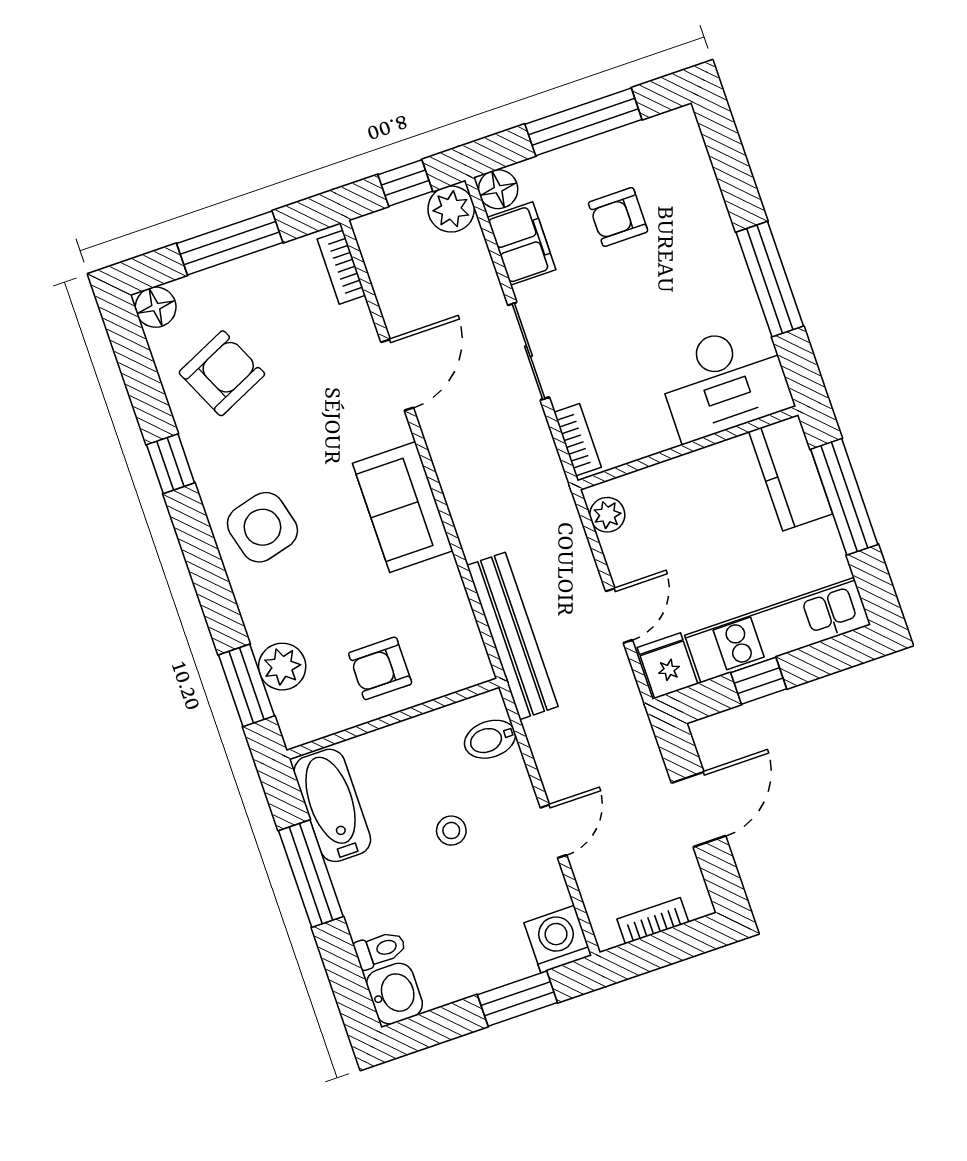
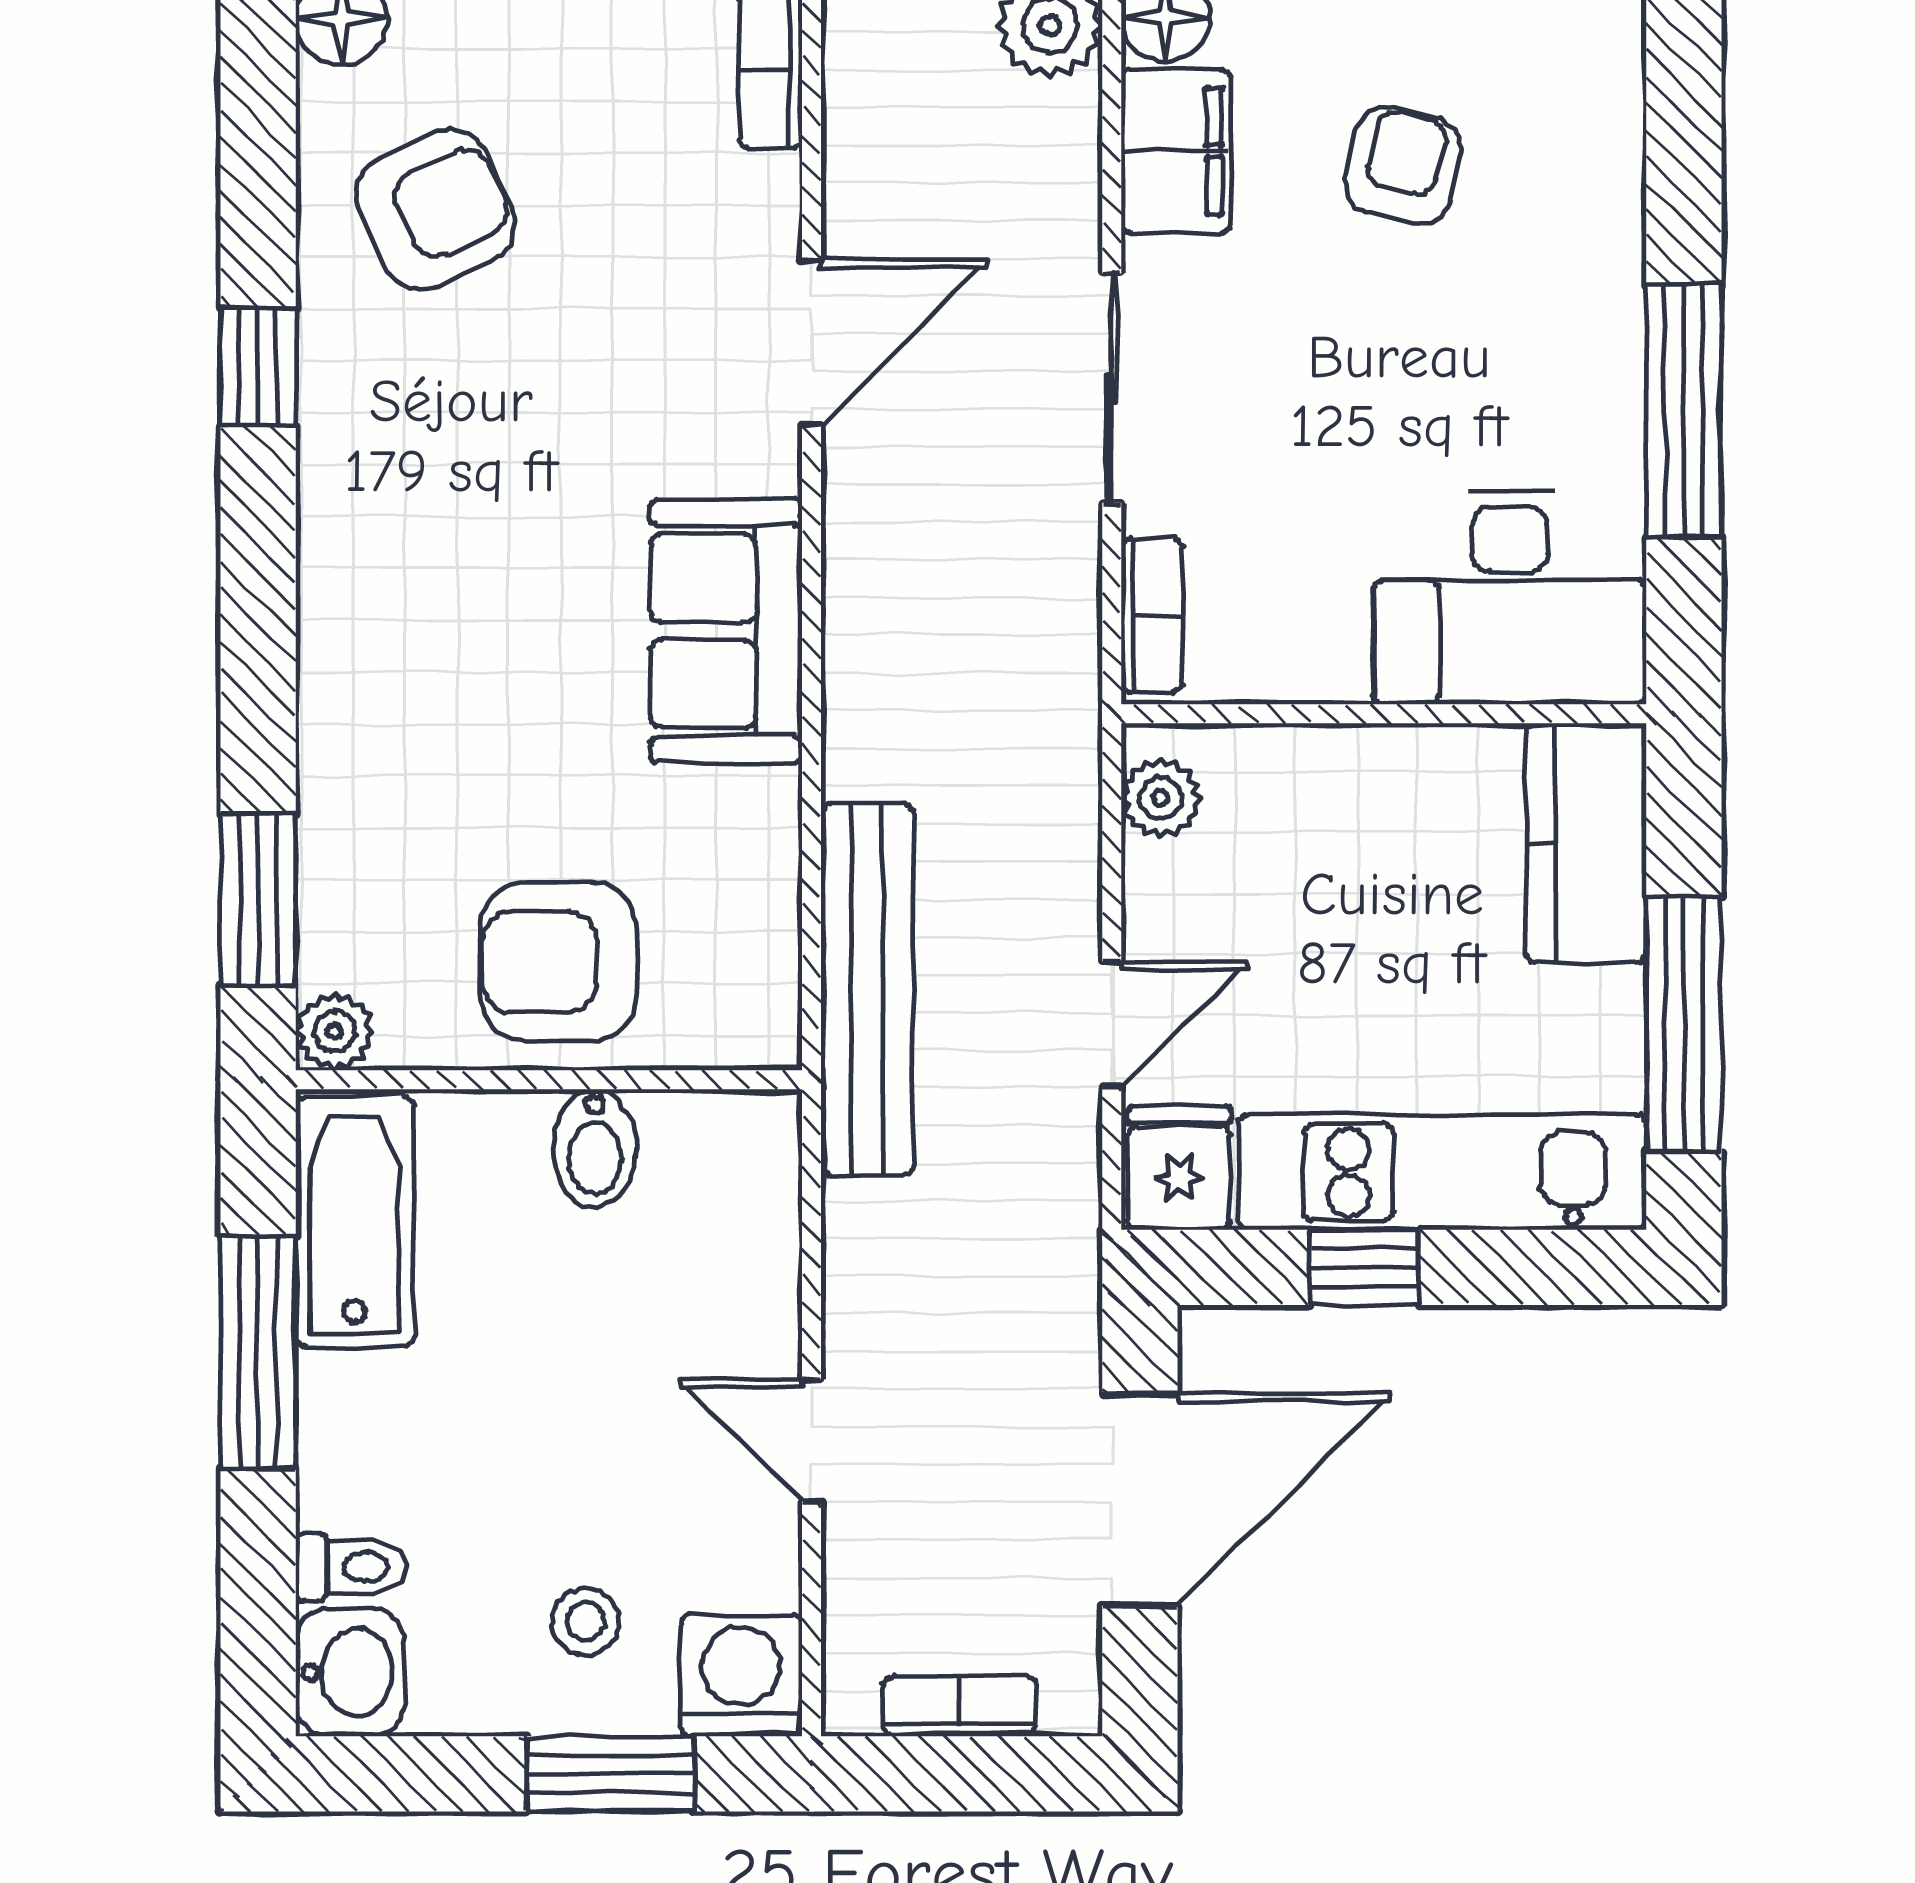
armchair: (618, 217) -> (1403, 166), turned 103
window: (844, 497) -> (1684, 1025), moved
side table: (262, 527) -> (409, 571), removed
plant: (282, 667) -> (334, 1031), moved, width x0.73, depth x0.73
armchair: (380, 668) -> (559, 962), width x1.38, depth x1.38
bidet: (490, 739) -> (595, 1149), moved, turned -90
door: (698, 809) -> (1140, 1500), width x1.36
stool: (451, 831) -> (585, 1621), moved
door: (553, 831) -> (811, 1440), swing flipped

